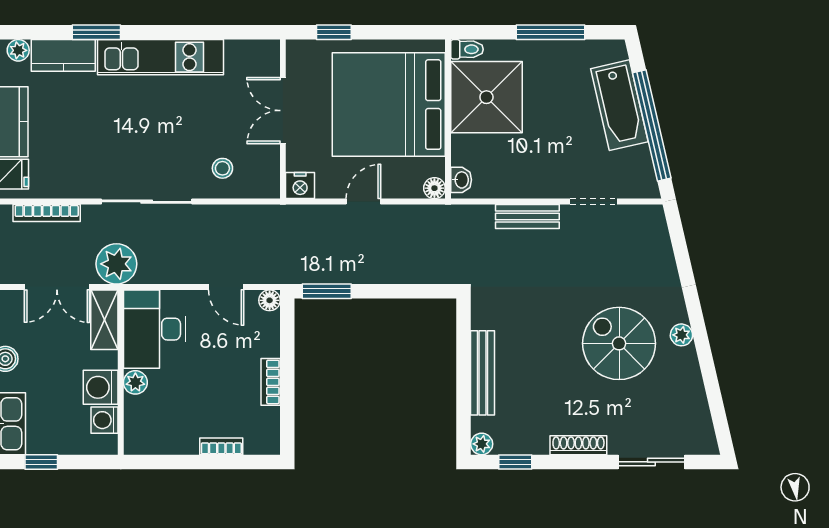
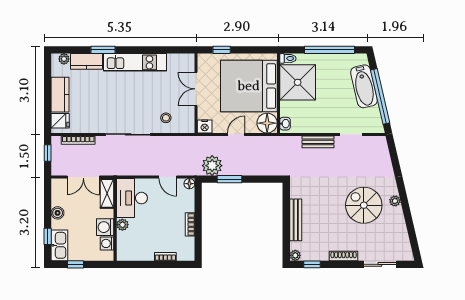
window: (550, 32) -> (330, 50), width x1.46
floor lamp: (434, 188) -> (267, 123), width x1.89, depth x1.89
plant: (116, 264) -> (212, 166), moved
window: (327, 291) -> (229, 179), moved

